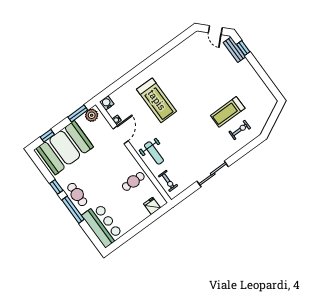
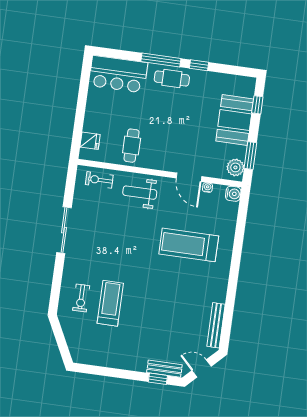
bench: (185, 45) -> (216, 325), added
booth: (65, 148) -> (235, 120), width x0.73, depth x0.70

